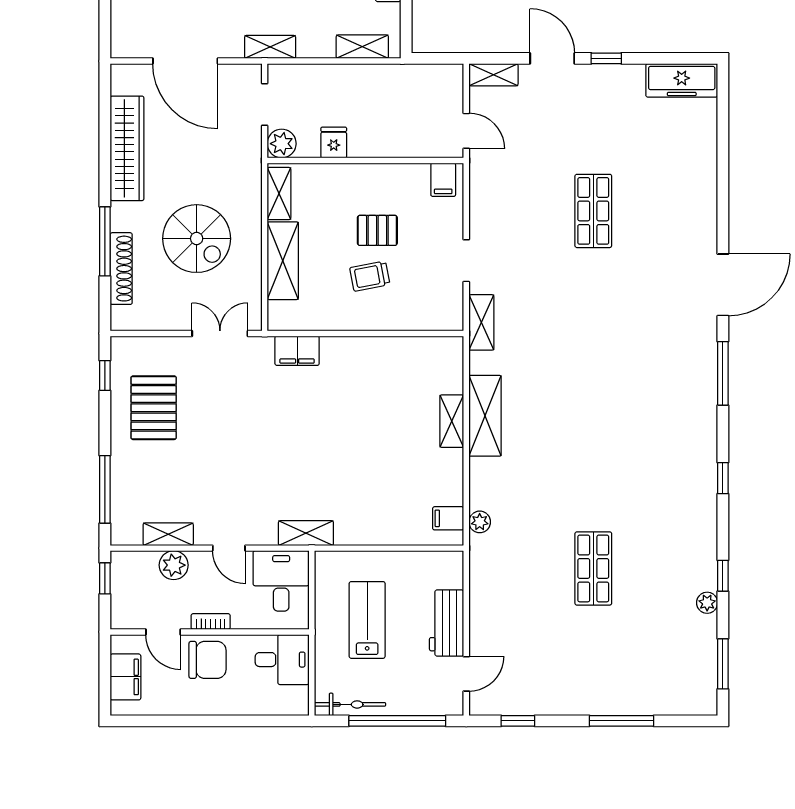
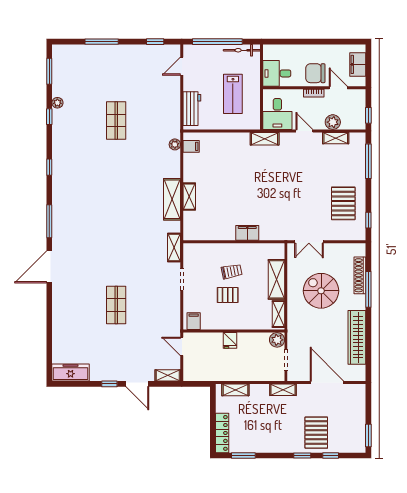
fridge: (334, 143) -> (230, 340), moved
filing cabinet: (297, 351) -> (247, 233), moved
workbench: (447, 623) -> (192, 109), moved

